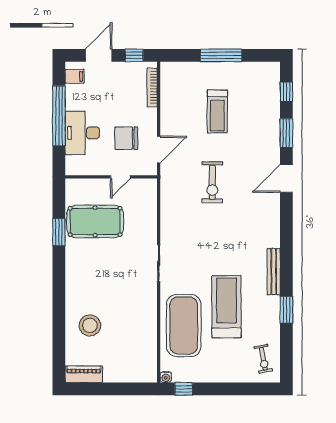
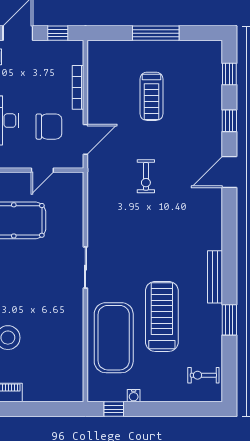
bookcase: (152, 88) -> (78, 87), moved
window: (286, 133) -> (229, 121), width x0.67
chair: (126, 138) -> (49, 127), turned 180
exercise bike: (212, 182) -> (146, 176), width x0.73, depth x0.72
exercise bike: (263, 359) -> (203, 375), turned 101
water cooler: (166, 377) -> (134, 396), moved

